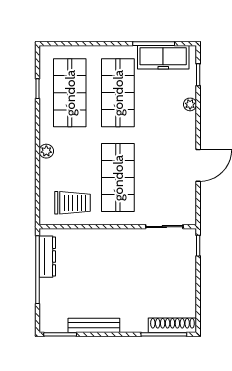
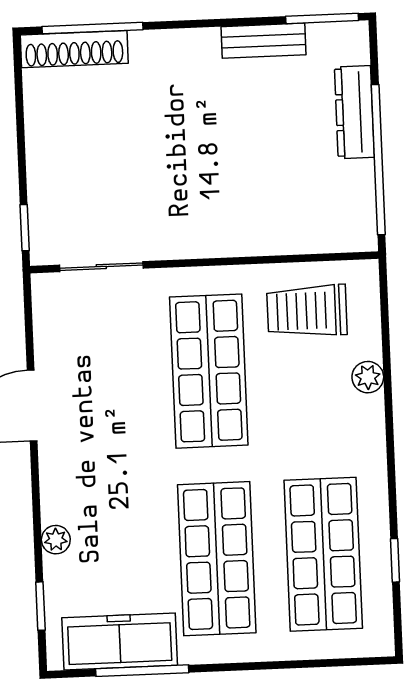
plant: (46, 151) -> (368, 377), moved
dresser: (47, 257) -> (354, 112), moved
bench: (94, 325) -> (263, 41), width x0.73

